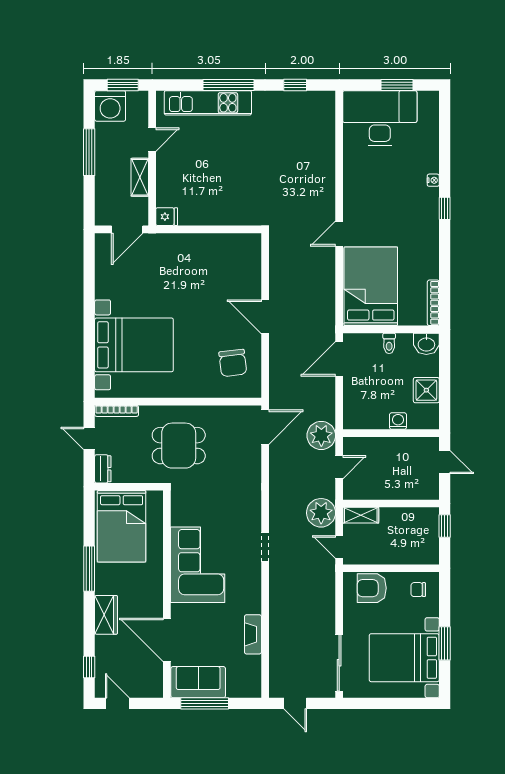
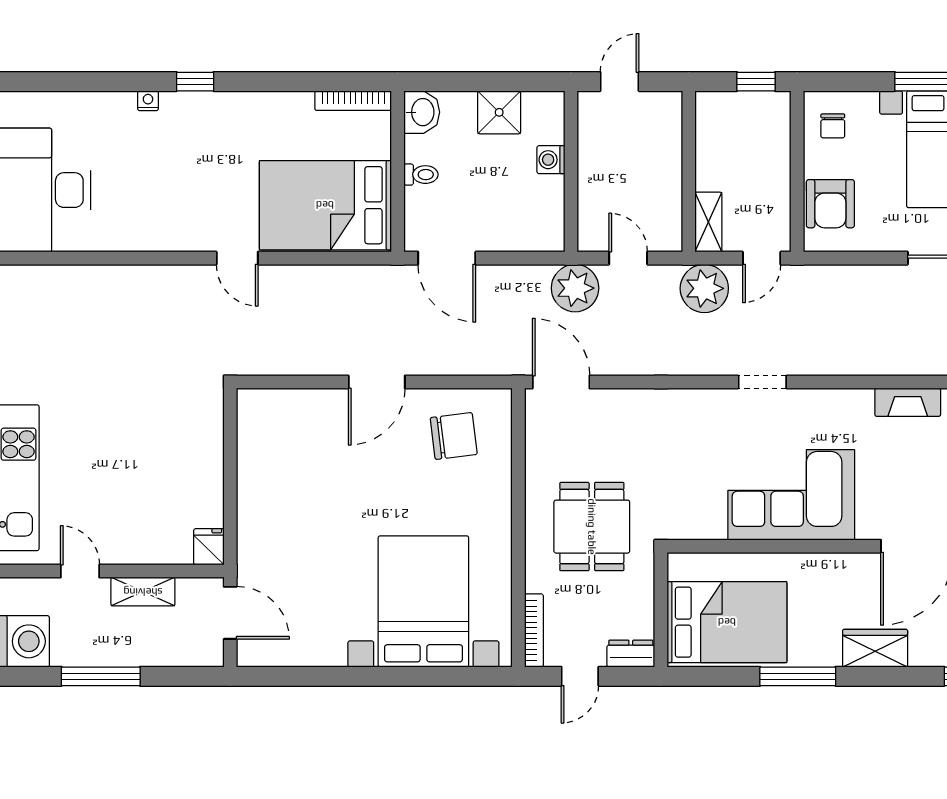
window: (445, 526) -> (756, 82), moved

